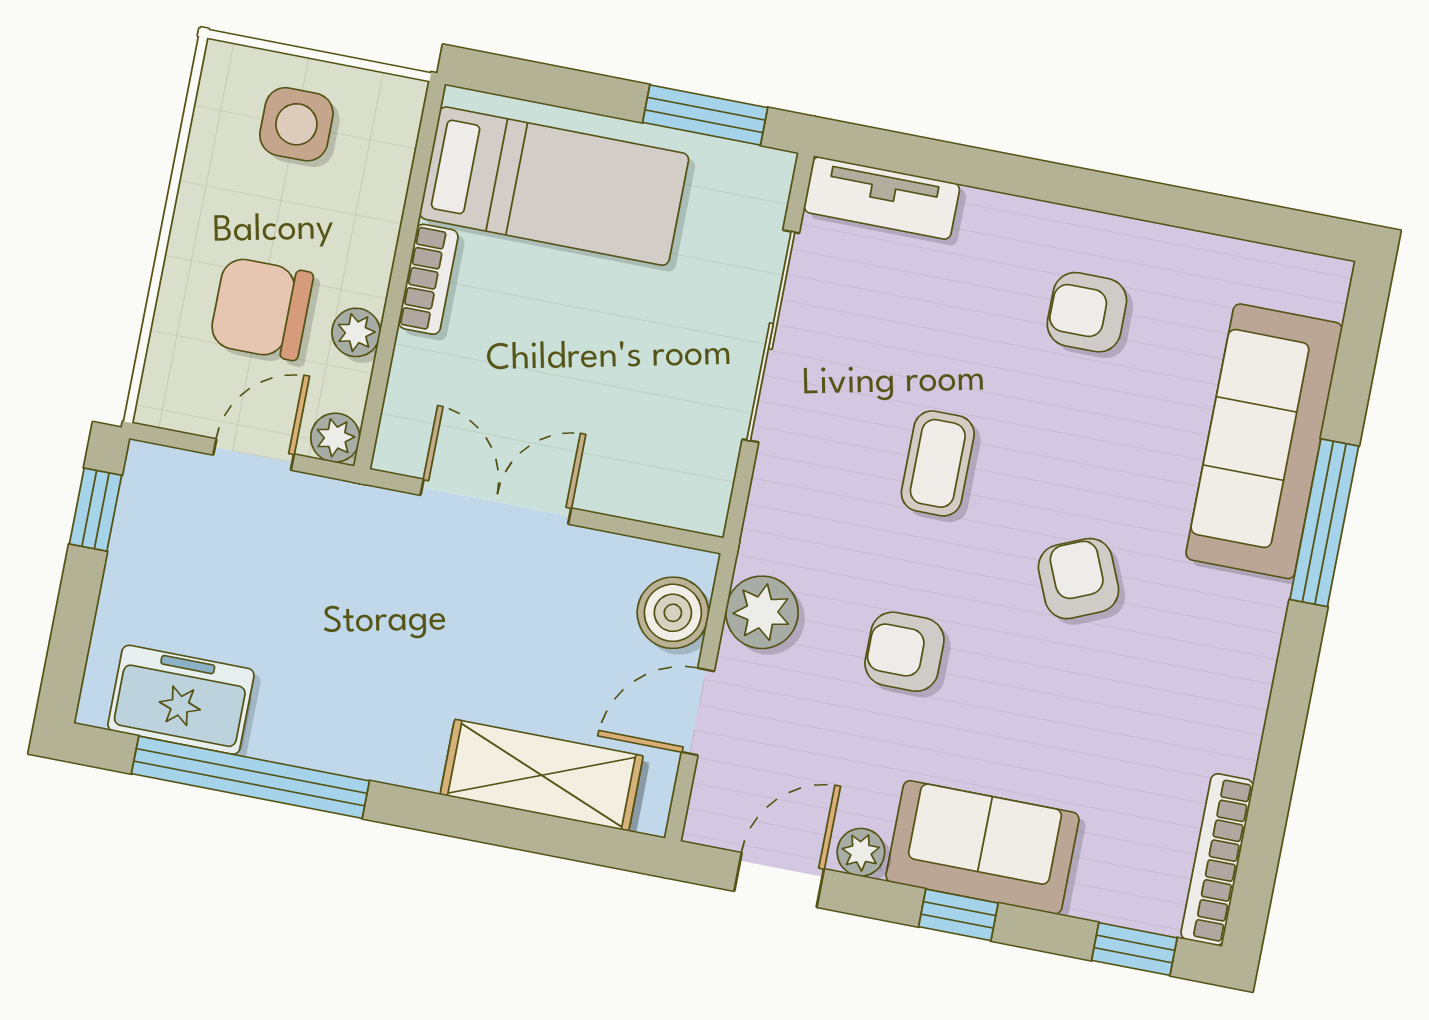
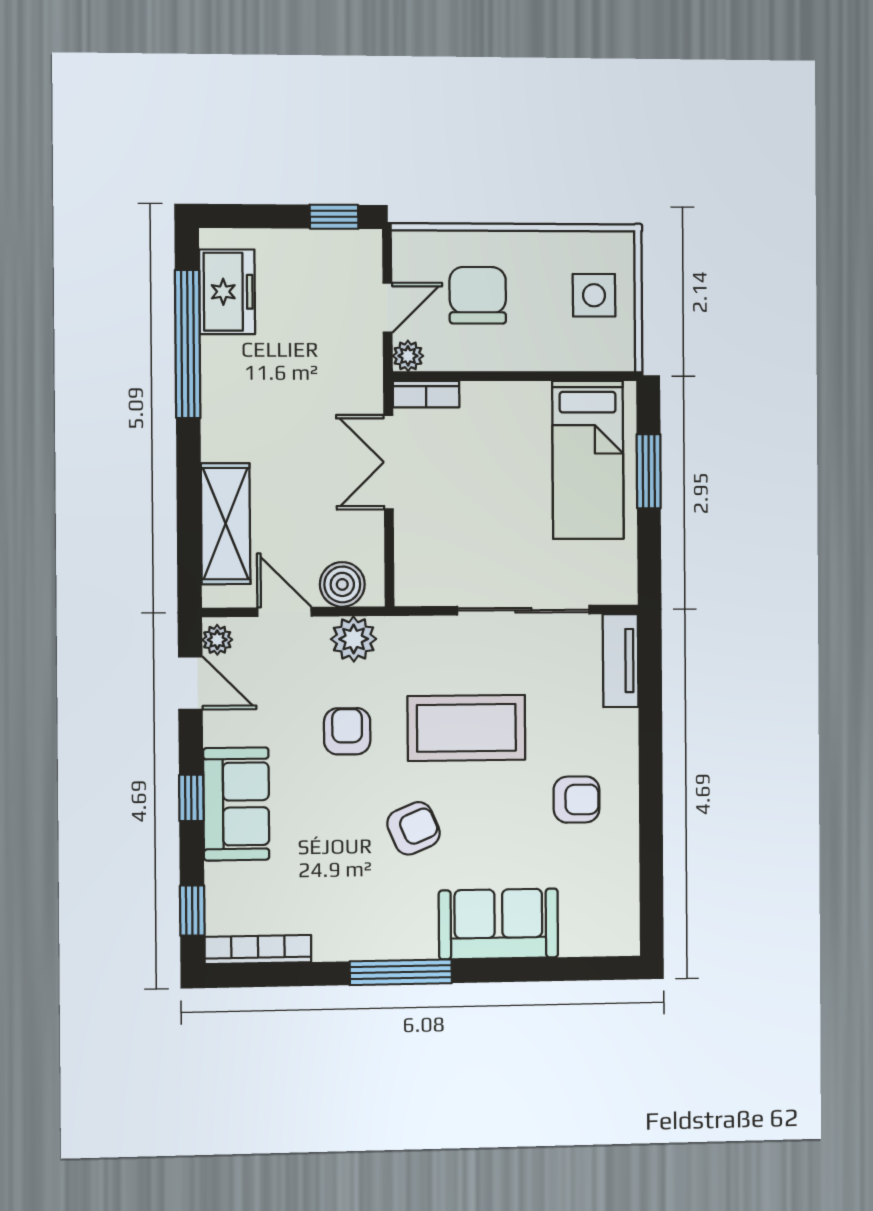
window: (705, 115) -> (649, 471), moved
bookcase: (428, 279) -> (426, 394), moved
armchair: (1087, 312) -> (576, 800), turned 90
plant: (356, 332) -> (475, 356), removed
sofa: (1264, 441) -> (498, 924), width x0.73
door: (254, 455) -> (387, 308), hinge flipped
coffee table: (938, 463) -> (466, 728), width x1.86, depth x1.72
double door: (496, 502) -> (389, 462), swing flipped
window: (1324, 523) -> (401, 972), moved
plant: (861, 852) -> (217, 640), moved

